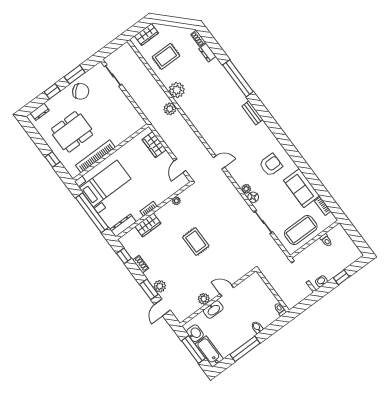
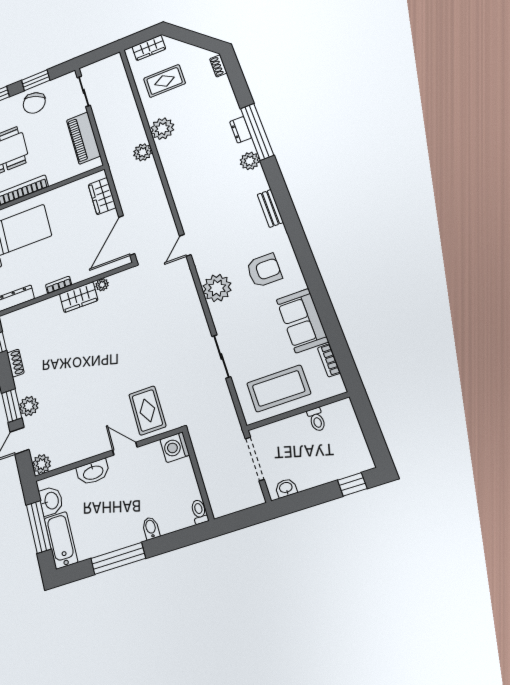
dresser: (207, 53) -> (241, 130), moved
chair: (81, 91) -> (34, 103), turned 66
plant: (240, 99) -> (250, 161), added
piano: (126, 108) -> (84, 138), added
bench: (252, 113) -> (270, 208), moved
door: (219, 162) -> (185, 245), swing flipped
door: (180, 166) -> (127, 235), width x1.88
plant: (246, 189) -> (217, 288), width x1.88, depth x1.88
floor lamp: (253, 197) -> (219, 313), removed
wardrobe: (148, 225) -> (79, 297), moved
rug: (196, 241) -> (147, 410), moved
window: (341, 277) -> (352, 484), moved
washing machine: (255, 280) -> (175, 447), added
plant: (204, 299) -> (42, 464), moved

